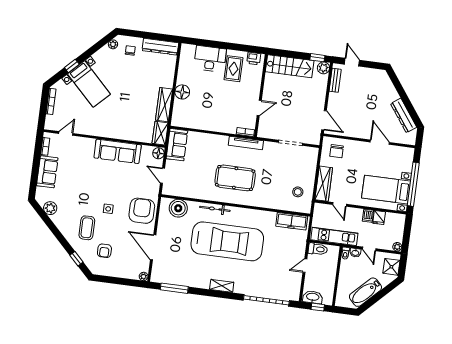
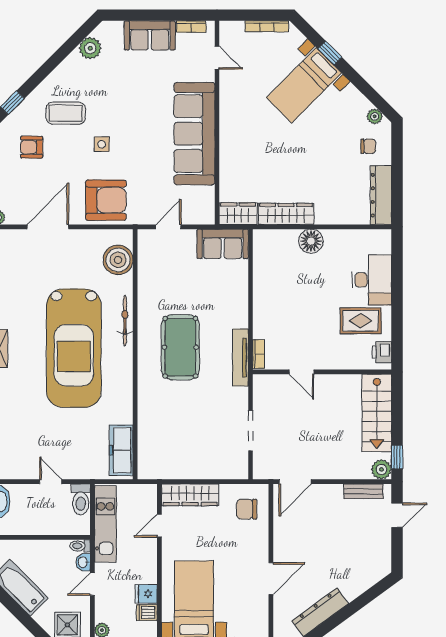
sofa: (118, 151) -> (194, 134), width x1.36, depth x1.27
floor lamp: (158, 153) -> (204, 215), removed
stool: (298, 192) -> (171, 454), removed
dishwasher: (368, 216) -> (147, 612), moved

